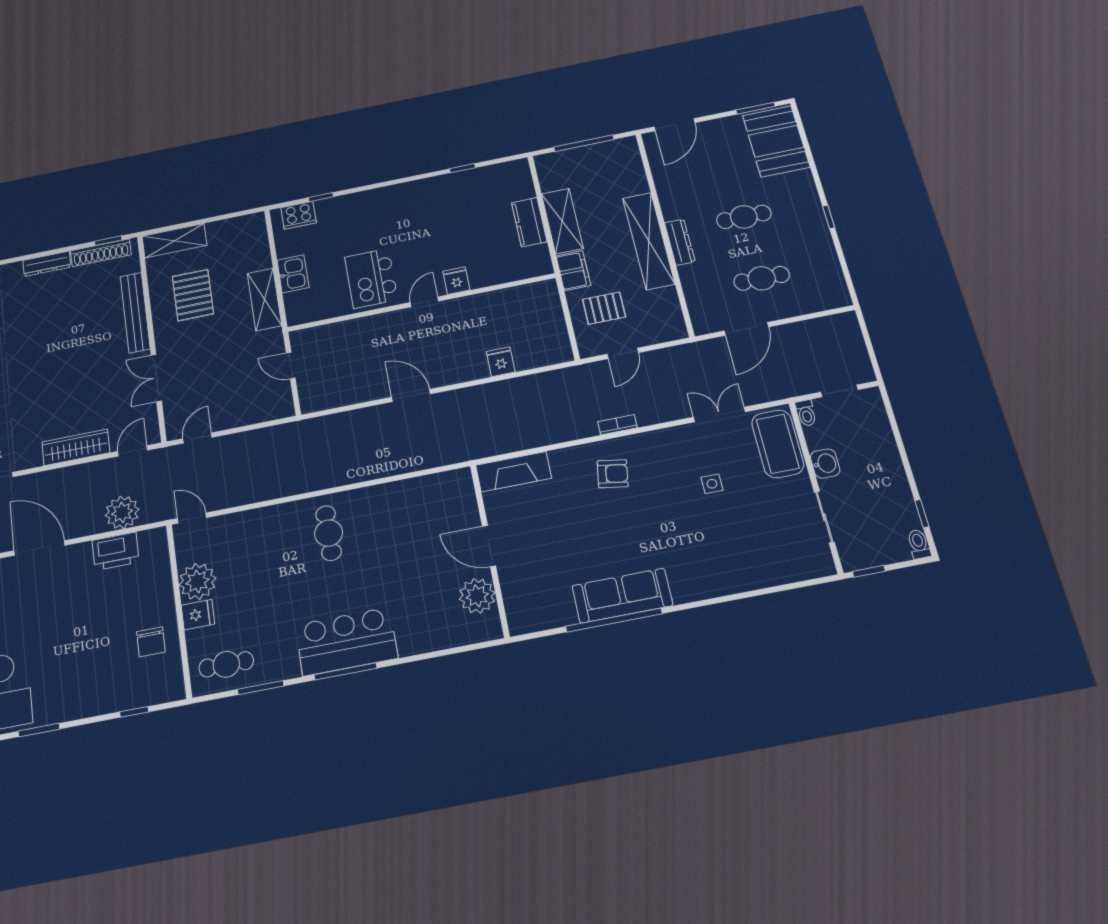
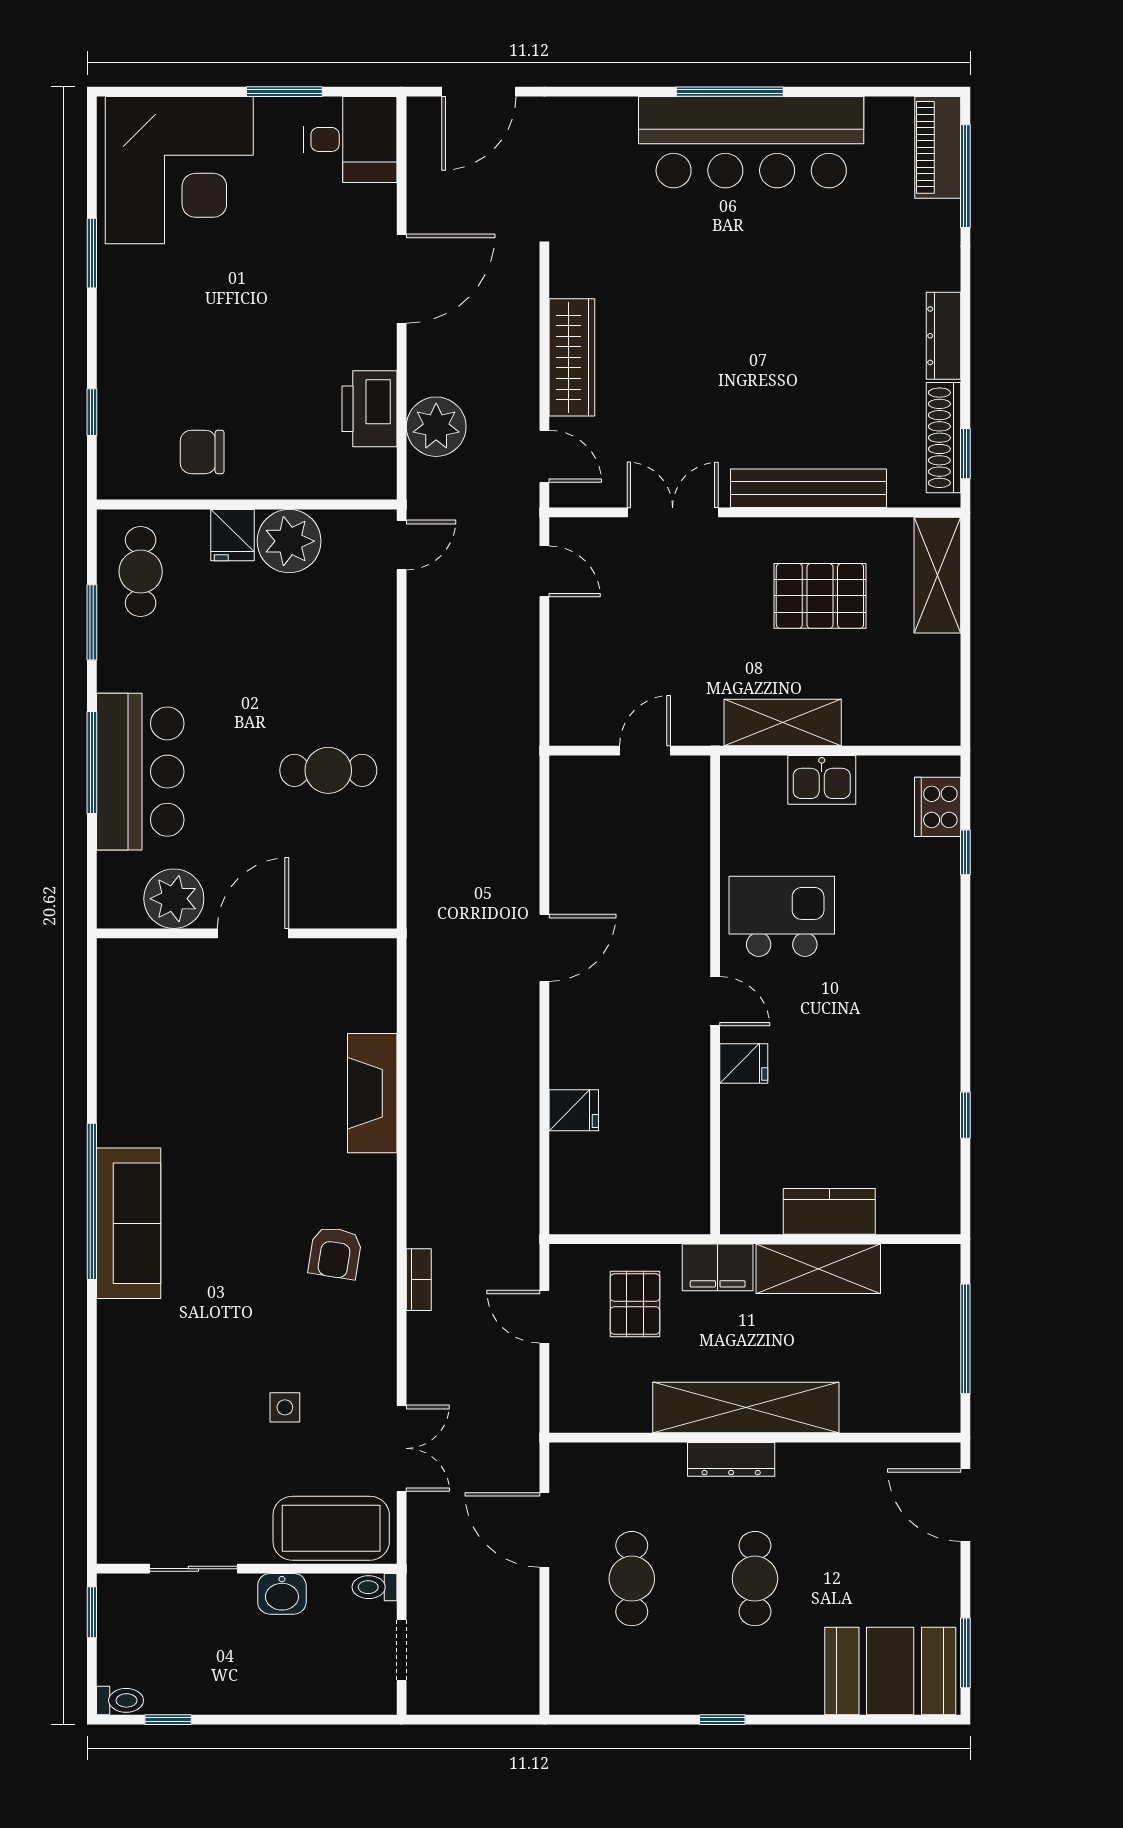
door: (489, 546) -> (253, 933), moved
wall: (490, 550) -> (247, 933), moved
plant: (477, 596) -> (174, 899), moved

